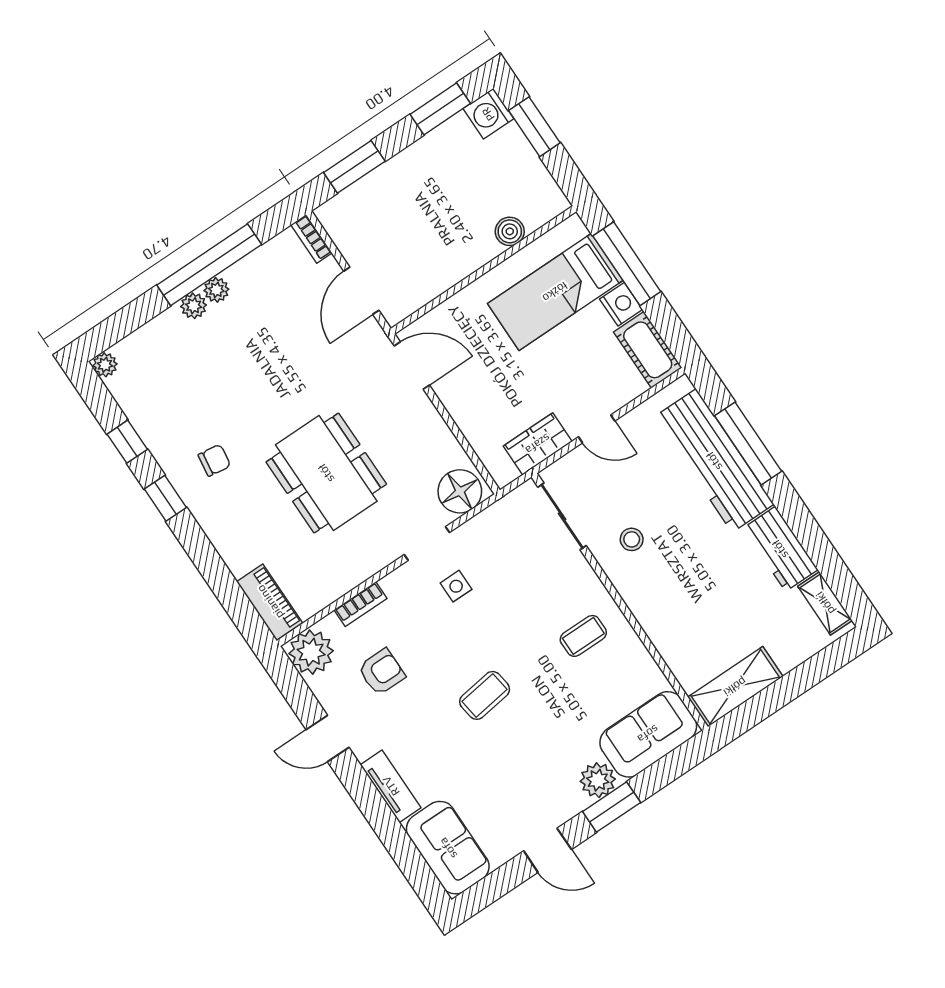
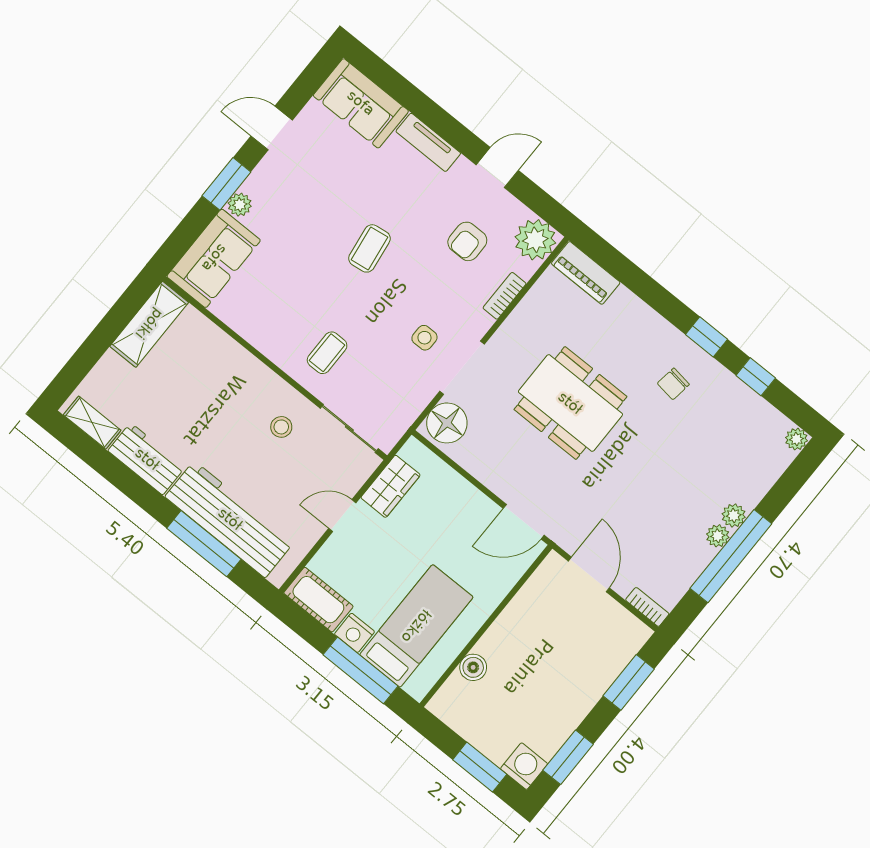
doorway: (427, 543) -> (462, 368), width x1.38
coffee table: (583, 636) -> (327, 353), moved
plant: (598, 780) -> (240, 205), width x0.73, depth x0.73

